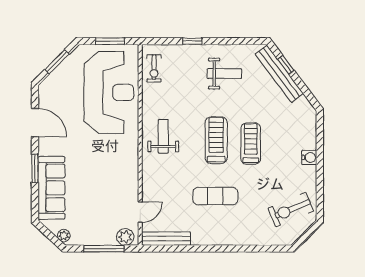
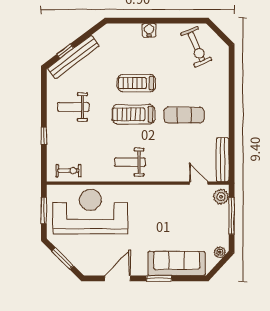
weight bench: (224, 74) -> (73, 107), turned -90
exercise mat: (215, 196) -> (184, 115), turned 90

